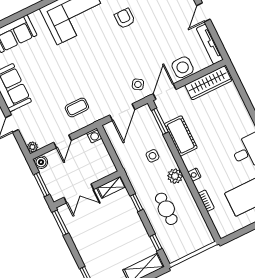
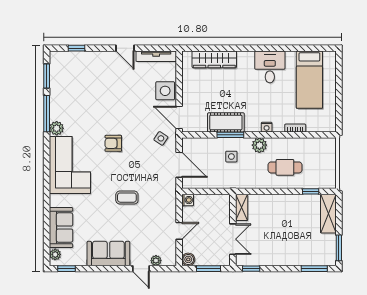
armchair: (125, 18) -> (113, 143), moved
wardrobe: (208, 83) -> (214, 59), moved, turned 90
coffee table: (77, 107) -> (127, 198), moved, turned 90
window: (160, 121) -> (230, 135), moved
door: (63, 141) -> (179, 231), hinge flipped
plant: (32, 147) -> (156, 261), moved
window: (137, 203) -> (266, 191), removed
window: (60, 223) -> (251, 269), width x0.67

